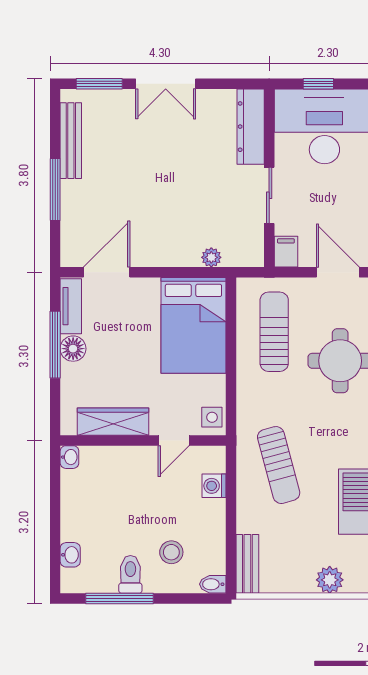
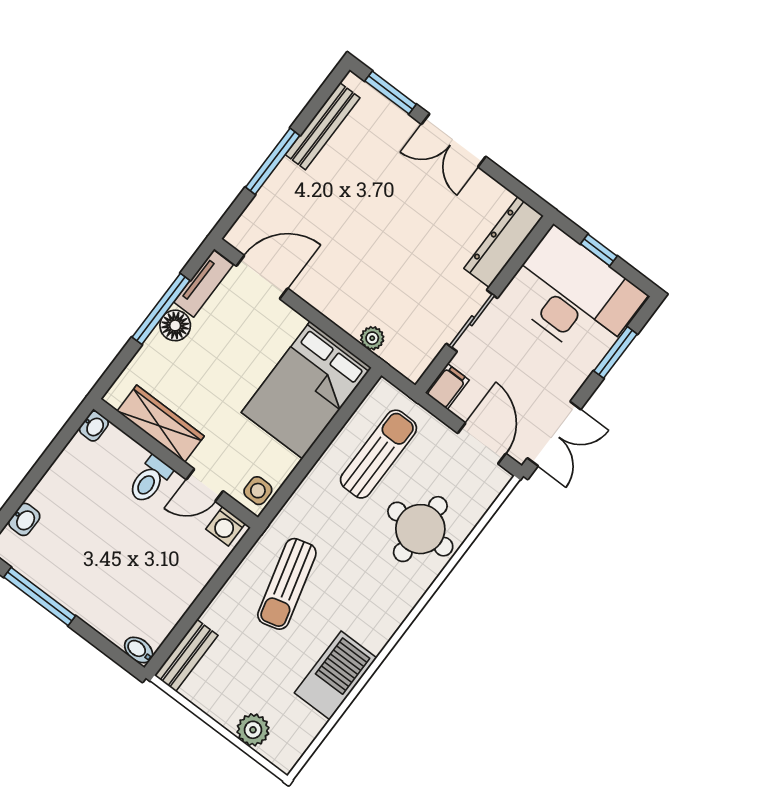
washing machine: (214, 486) -> (225, 526), moved, turned -90
stool: (171, 552) -> (122, 590), removed
toilet: (130, 574) -> (150, 480), moved, turned 180

